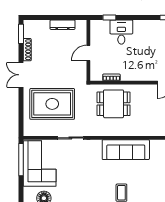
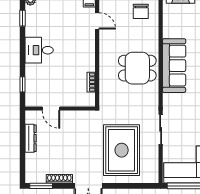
desk: (121, 32) -> (39, 50), moved
door: (88, 53) -> (51, 109), moved
dining table: (114, 104) -> (137, 68), moved, turned 90

